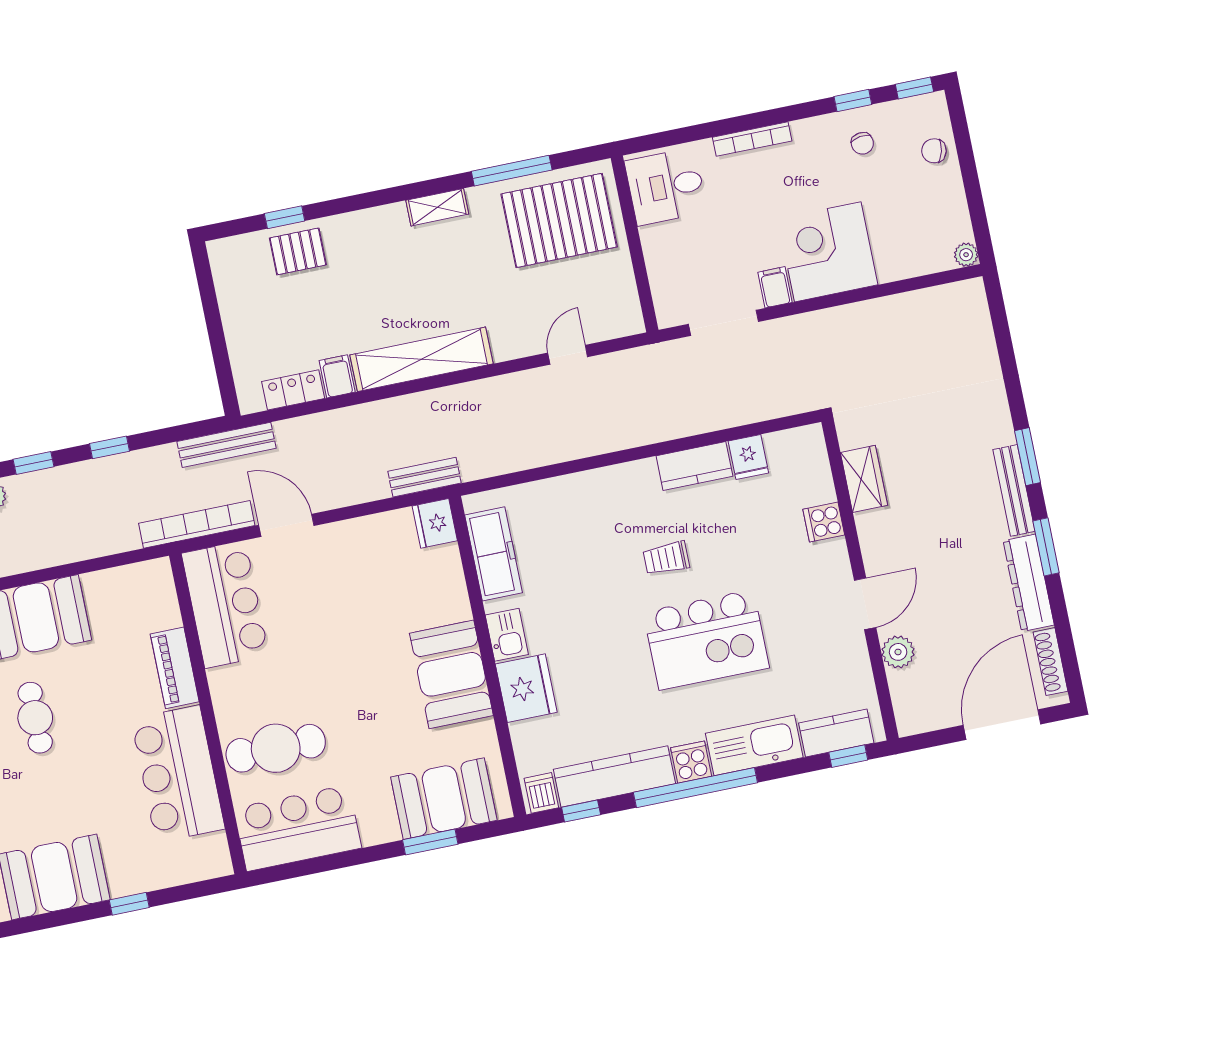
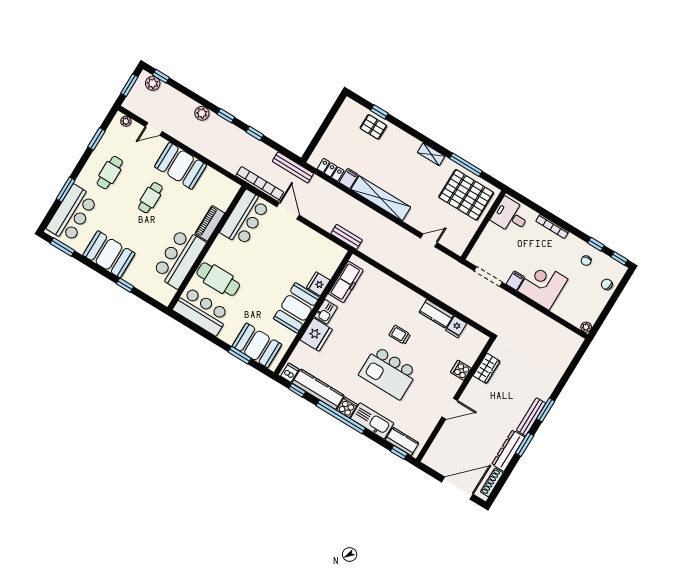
fridge: (435, 523) -> (318, 284), moved
plant: (898, 652) -> (446, 434), removed

